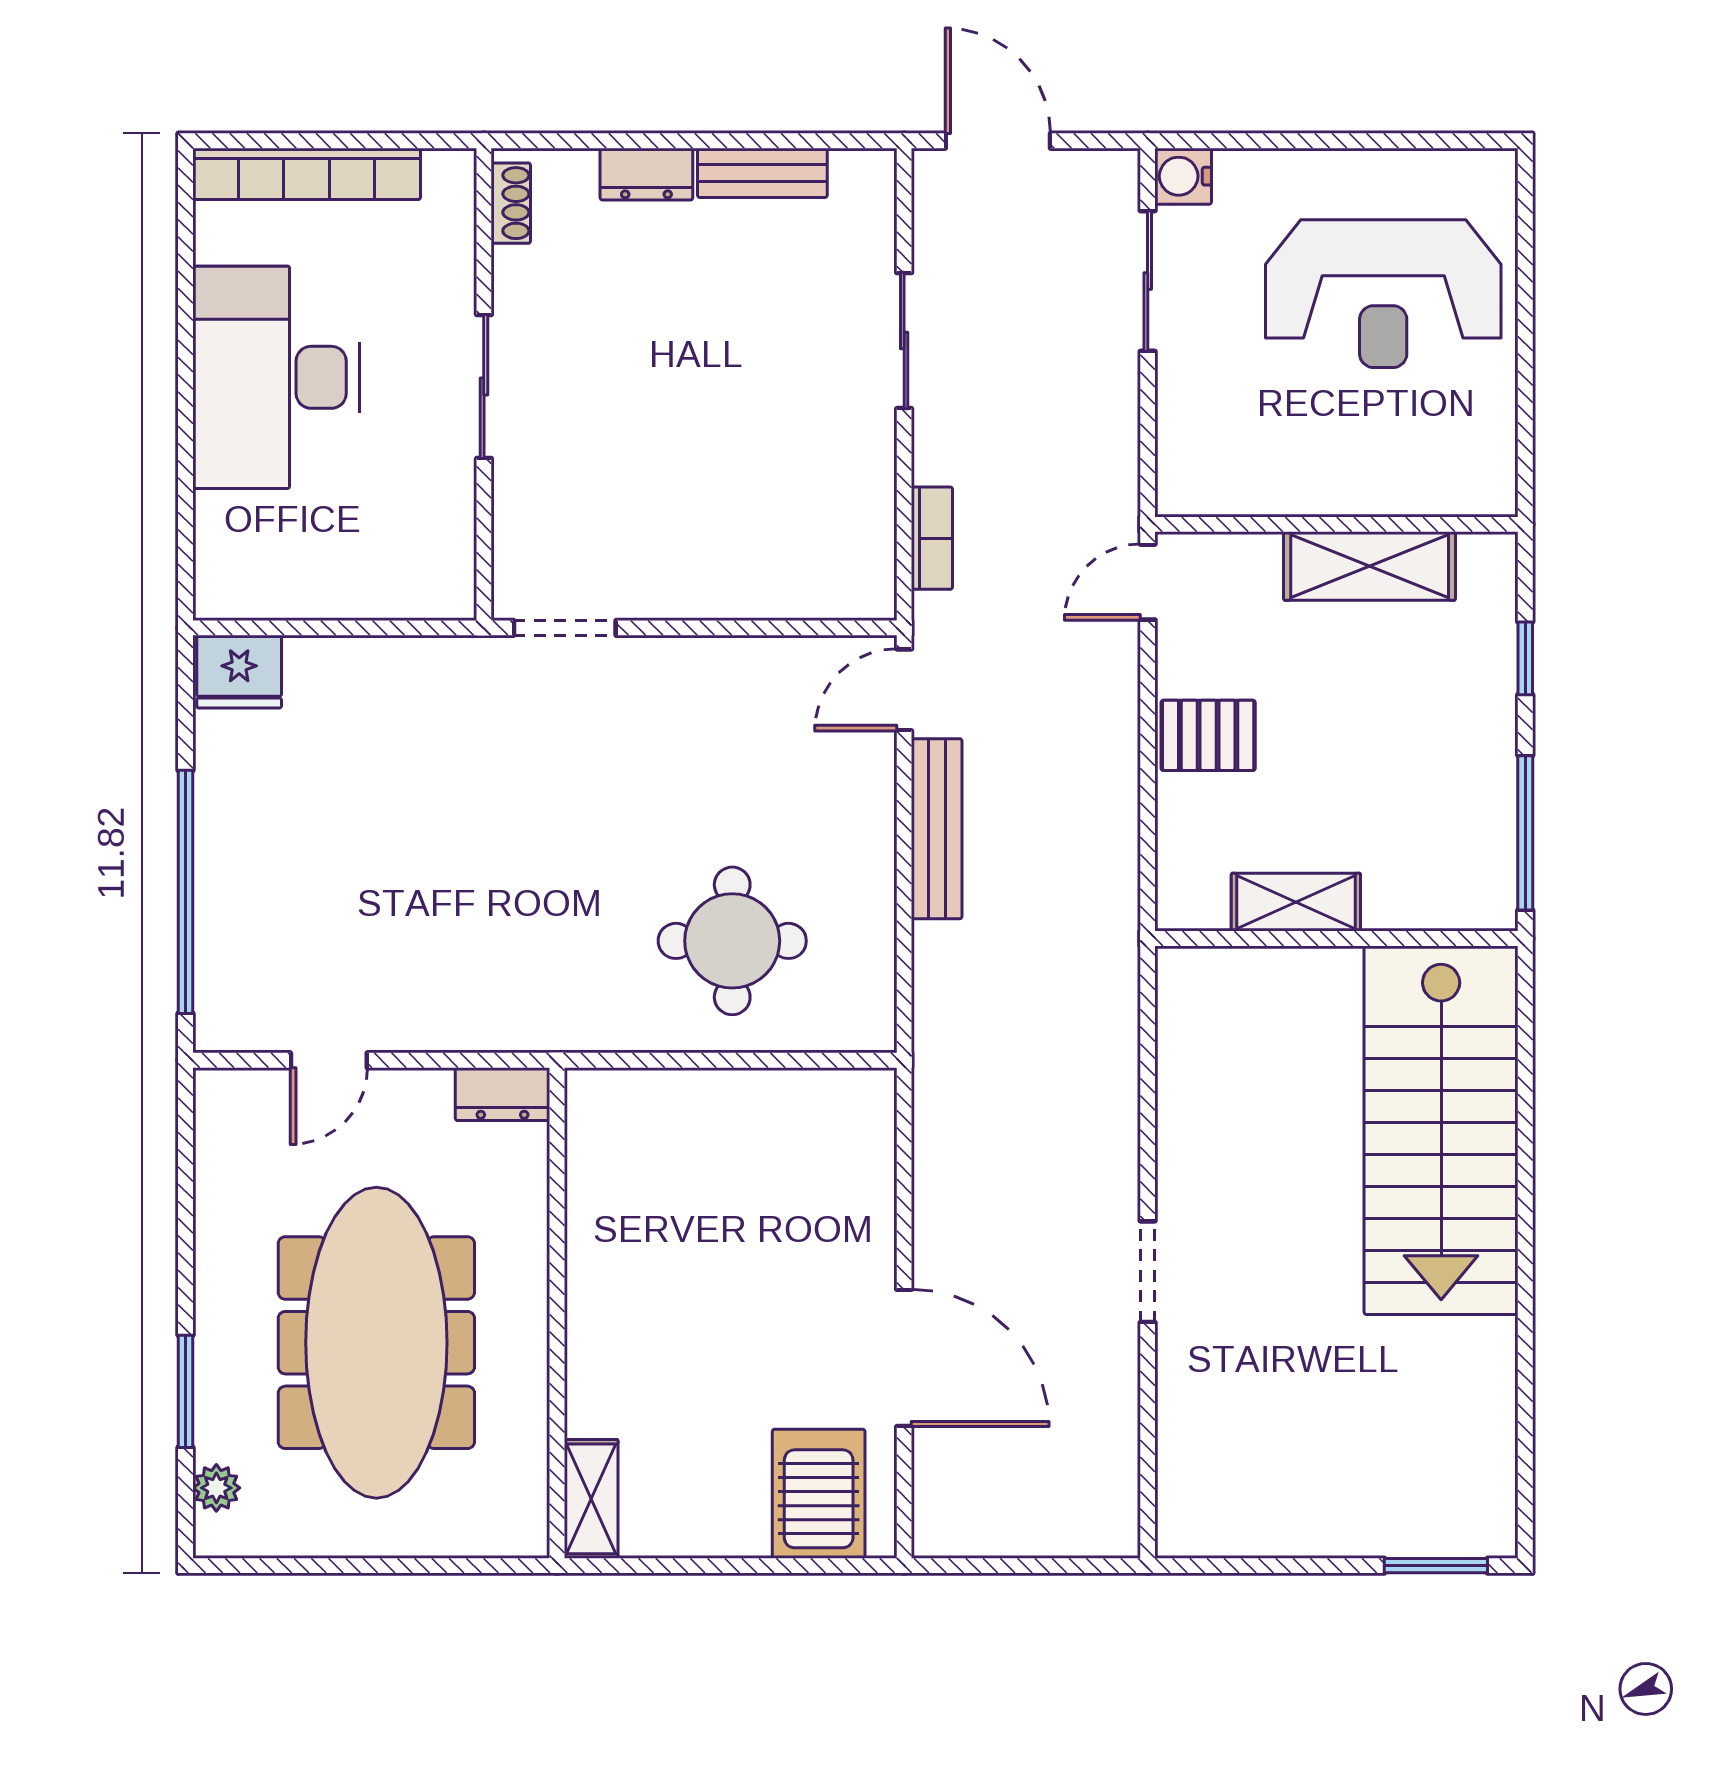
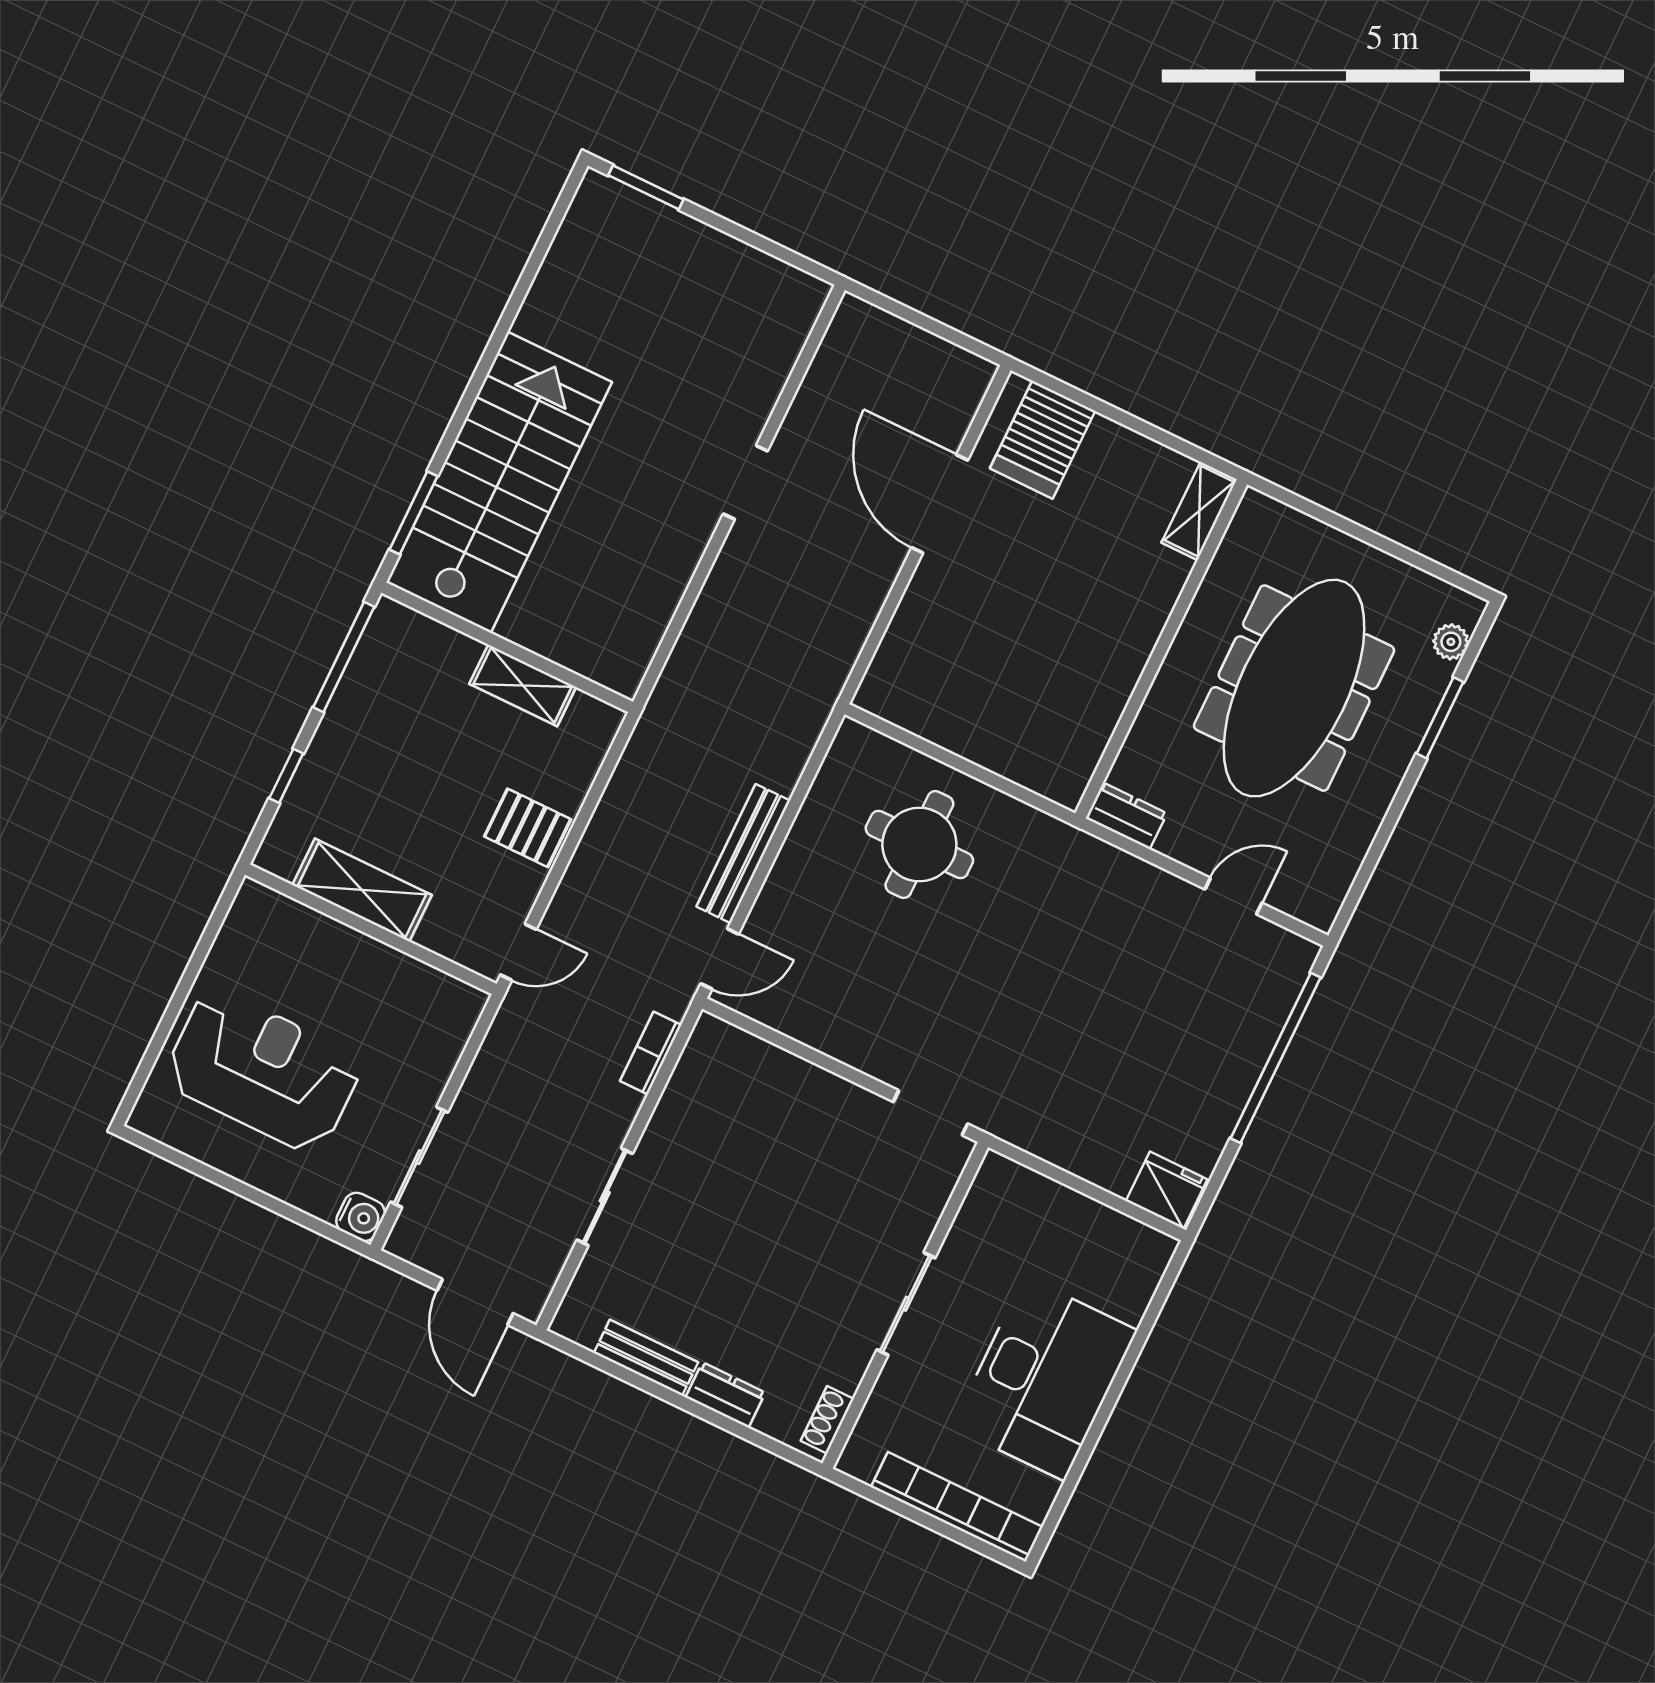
window: (1525, 1045) -> (413, 513), added

